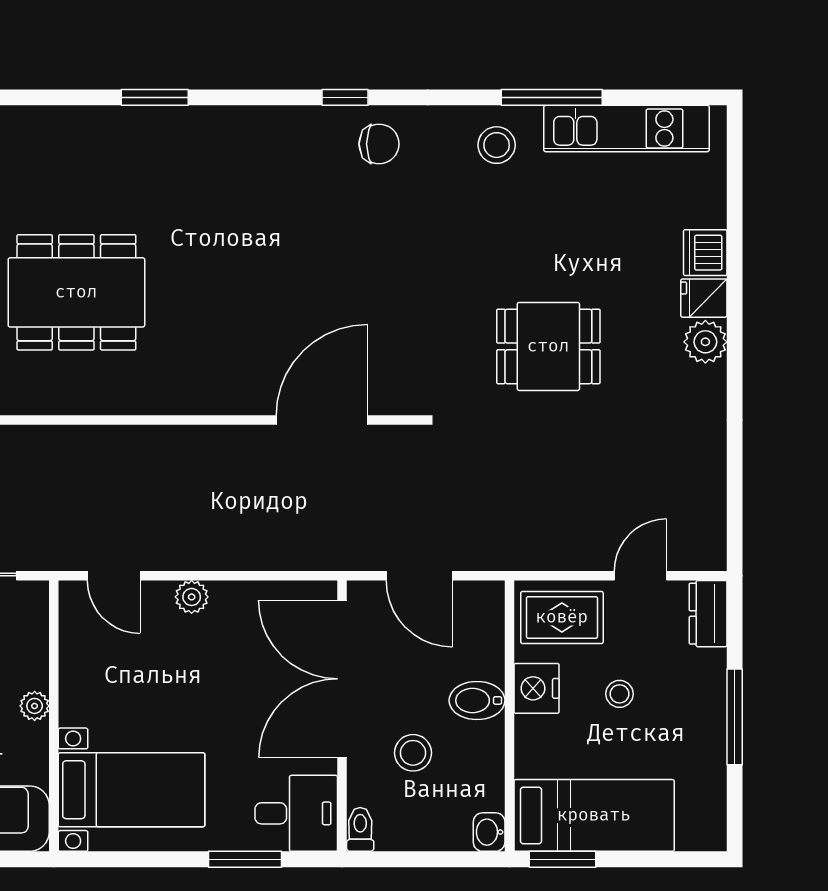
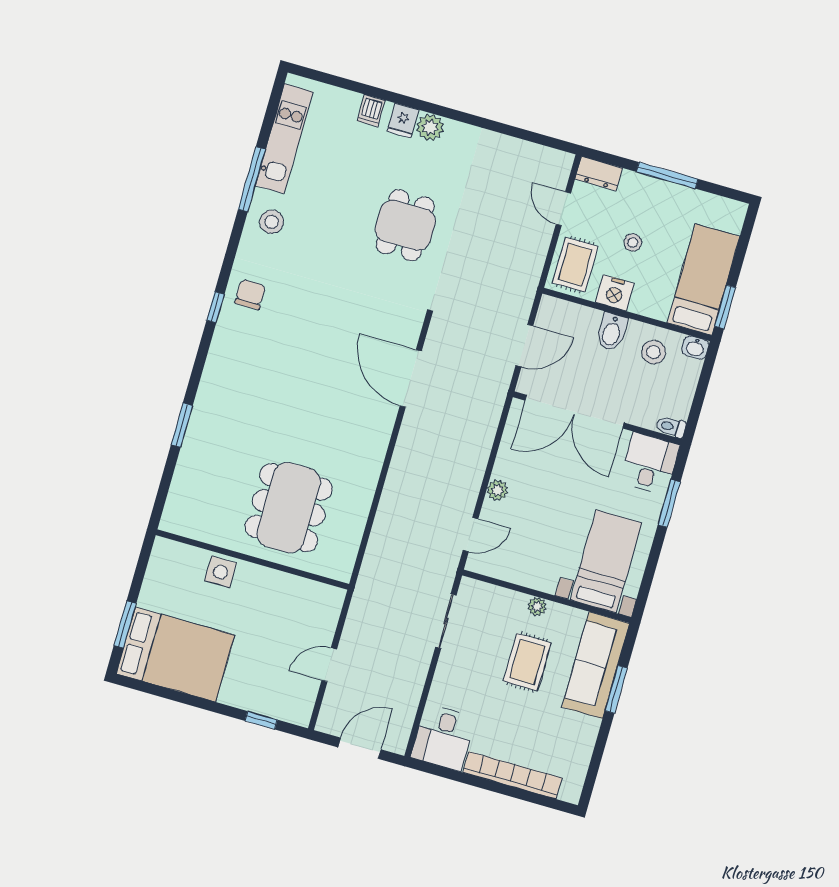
dishwasher: (705, 253) -> (371, 111), width x0.73
stool: (413, 753) -> (654, 352), moved

